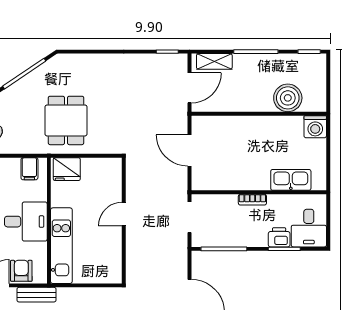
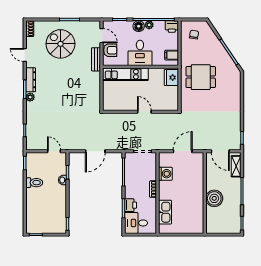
boiler: (288, 98) -> (214, 198), moved
washing machine: (315, 127) -> (165, 174), moved, turned 180

